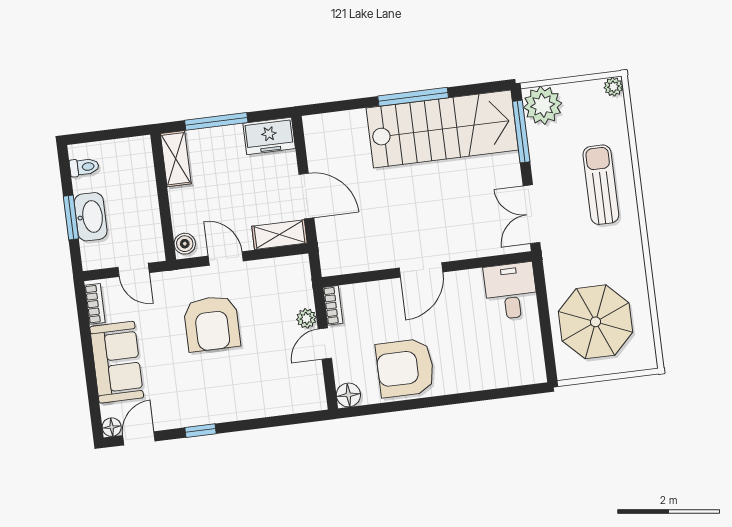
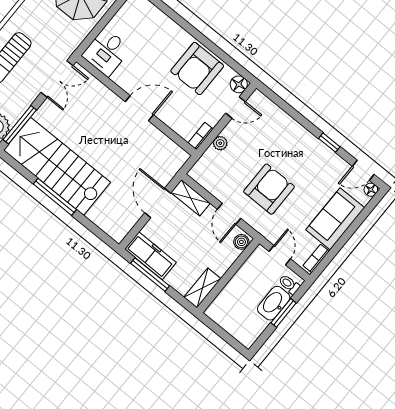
window: (216, 121) -> (150, 275), moved
freezer: (269, 136) -> (150, 256), width x1.40
toilet: (84, 167) -> (289, 284), moved
door: (325, 344) -> (236, 107), moved
armchair: (405, 368) -> (197, 69), turned 90

